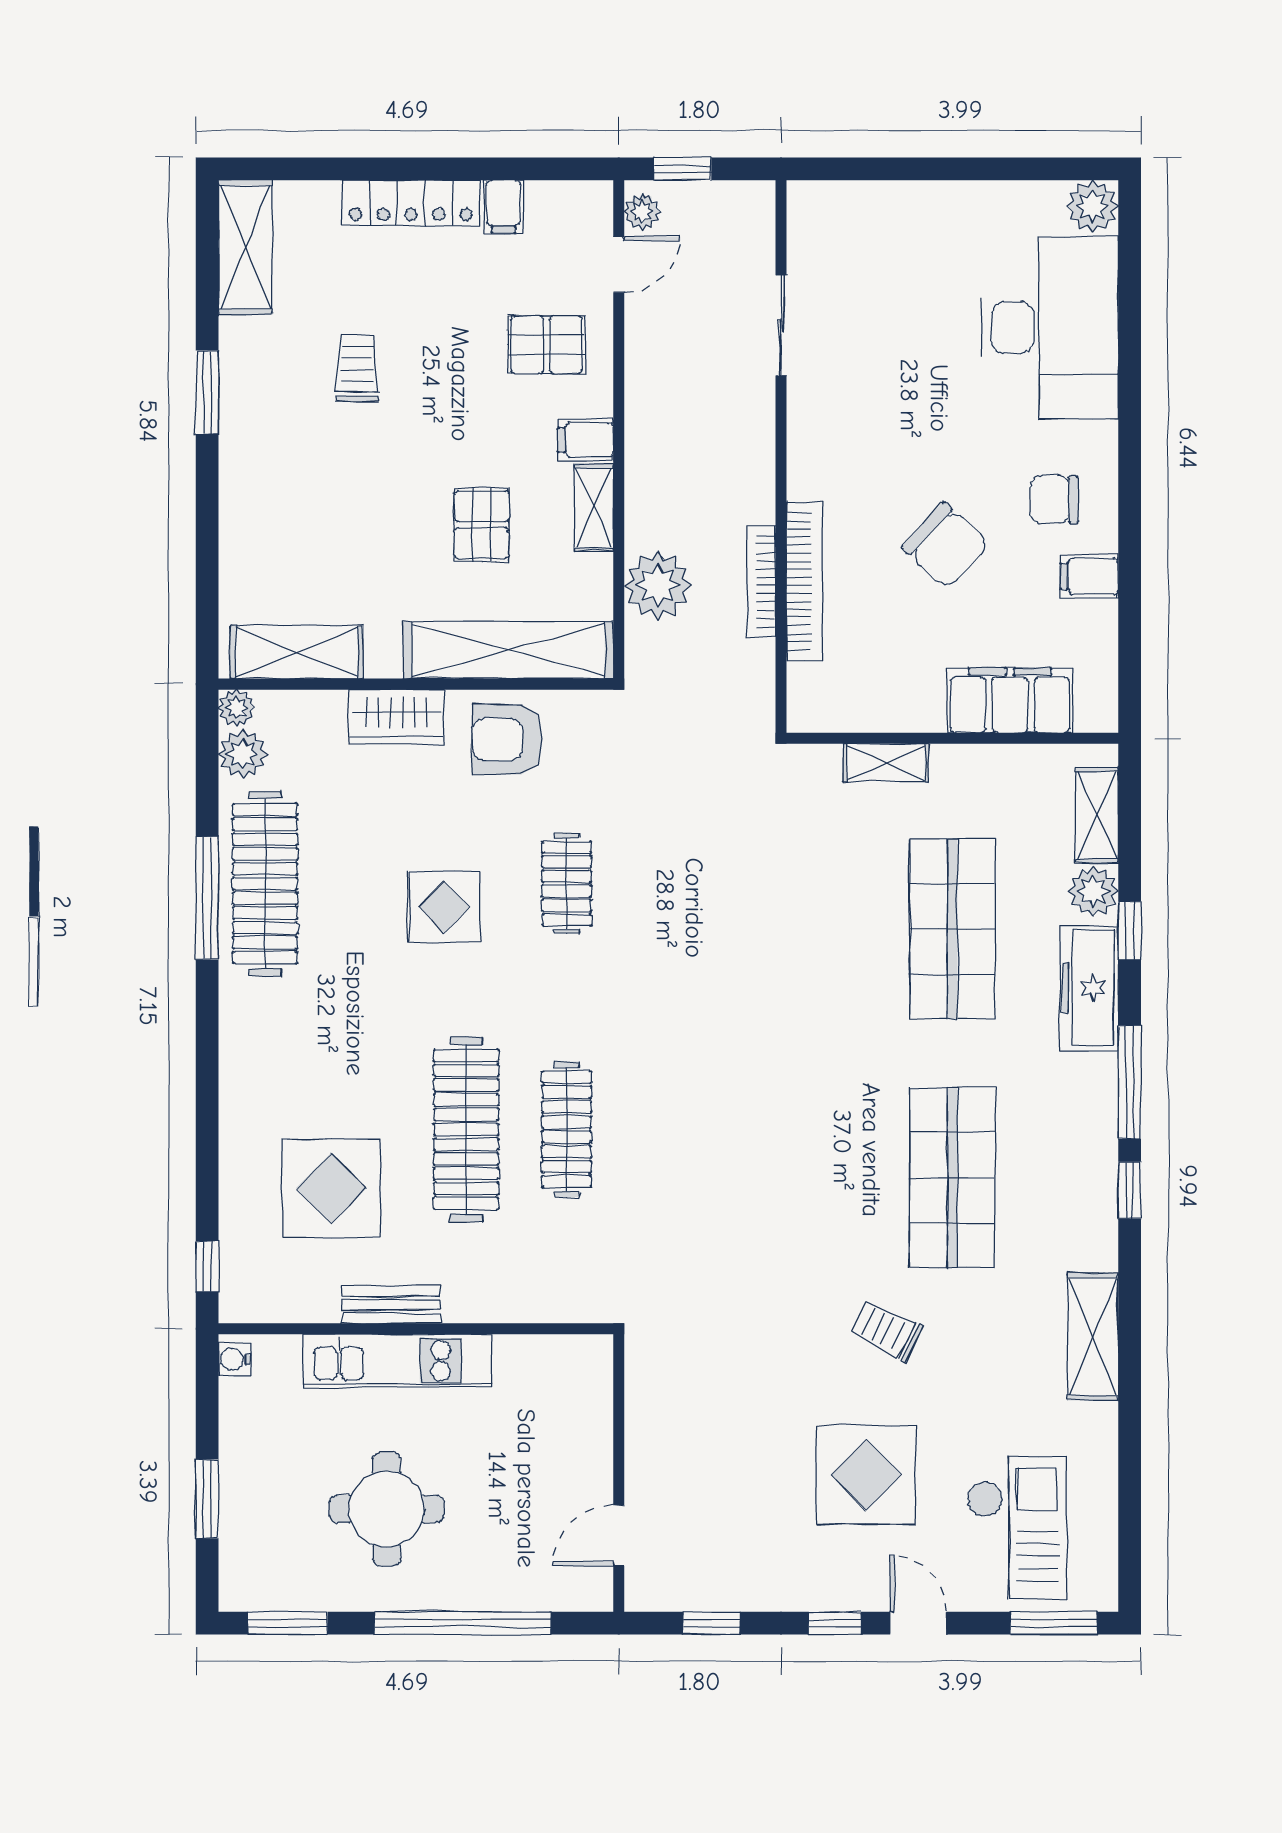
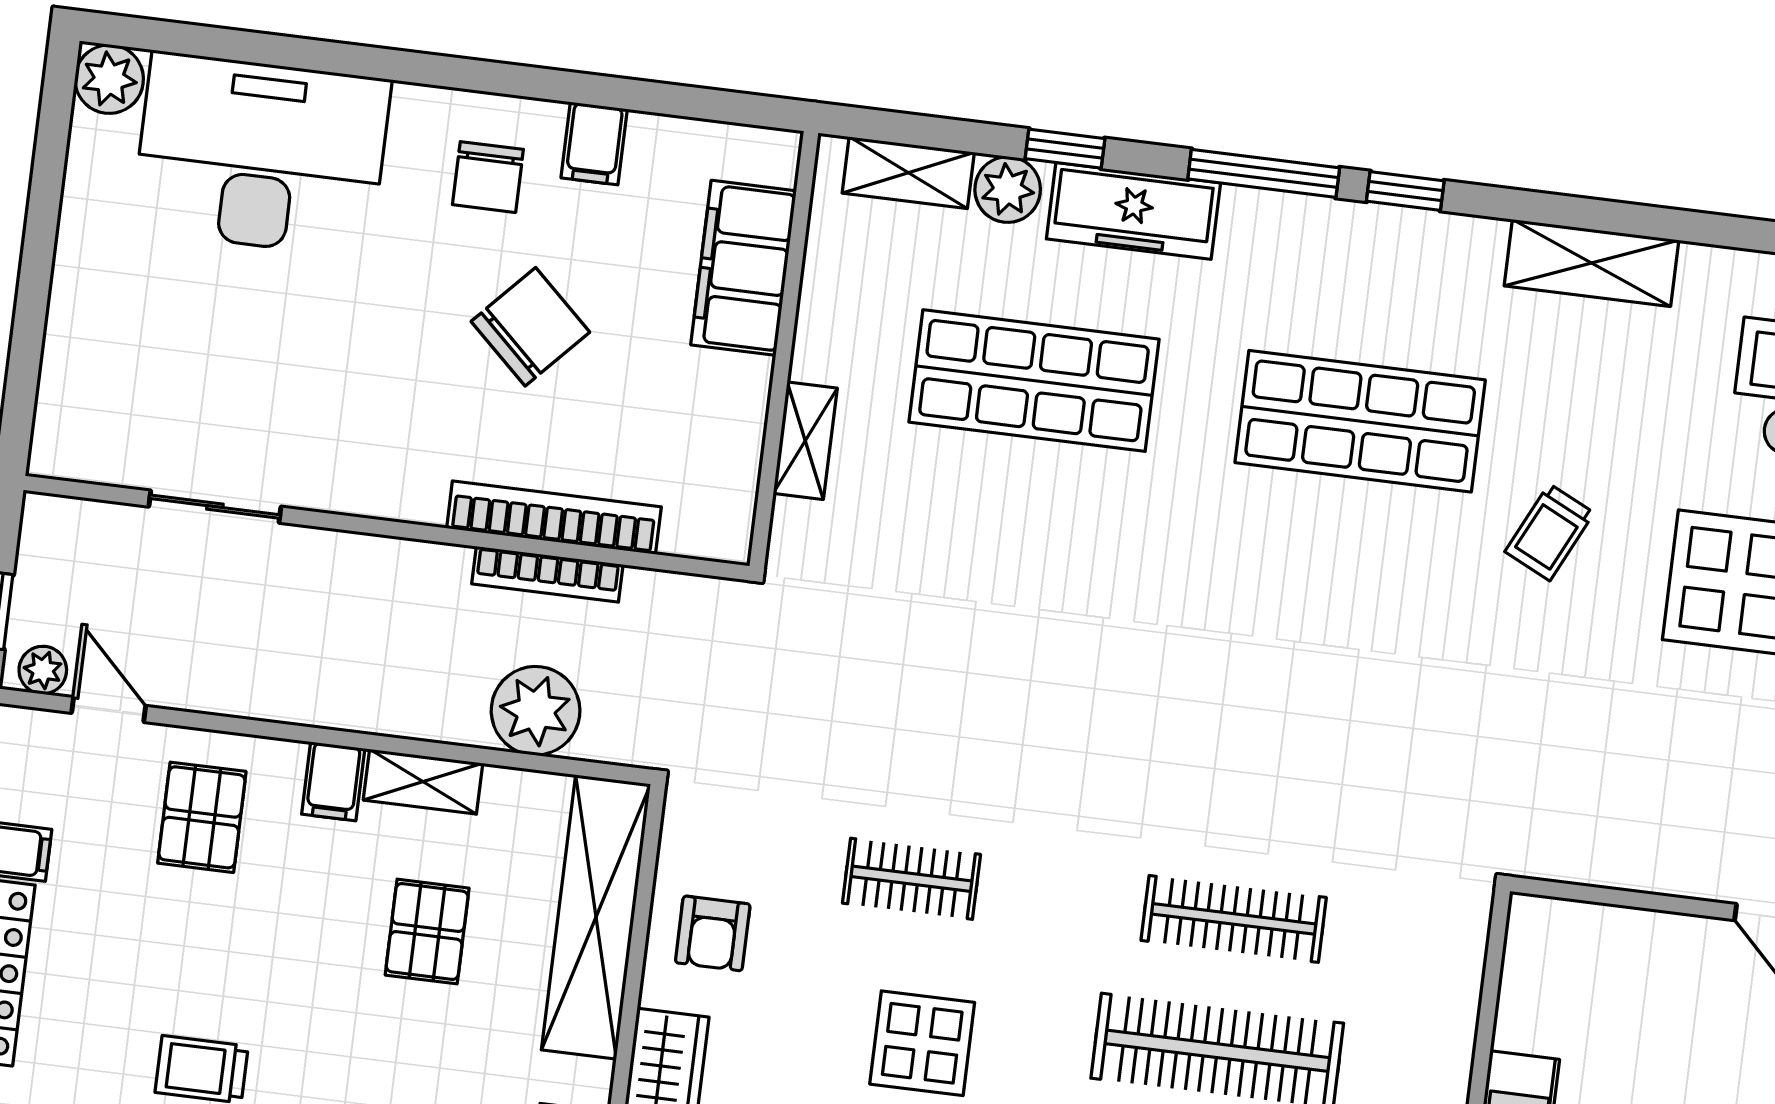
pallet: (482, 525) -> (427, 932), turned 90
armchair: (507, 739) -> (713, 933), width x0.72, depth x0.72

